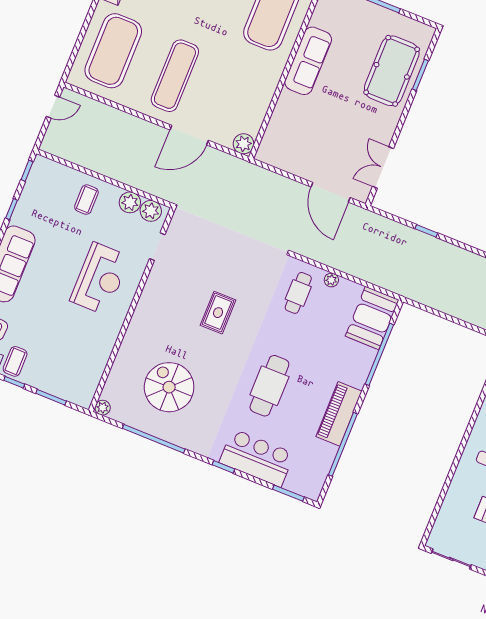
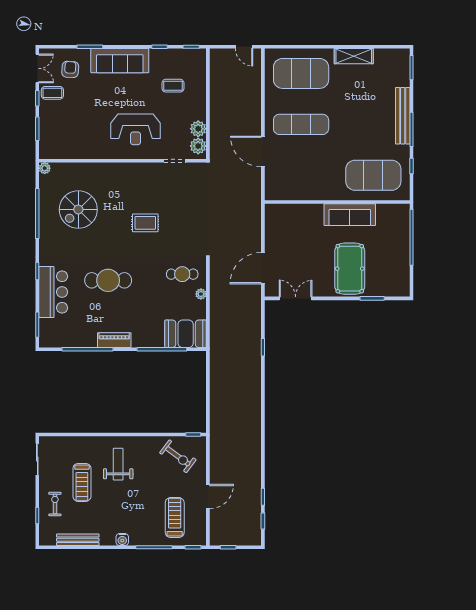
pool table: (392, 71) -> (350, 269), moved, turned 90
plant: (244, 144) -> (272, 193), removed
coffee table: (86, 200) -> (173, 86), moved
spiral stairs: (169, 387) -> (78, 210), turned 180
piano: (339, 414) -> (114, 340), width x0.73, depth x0.75

